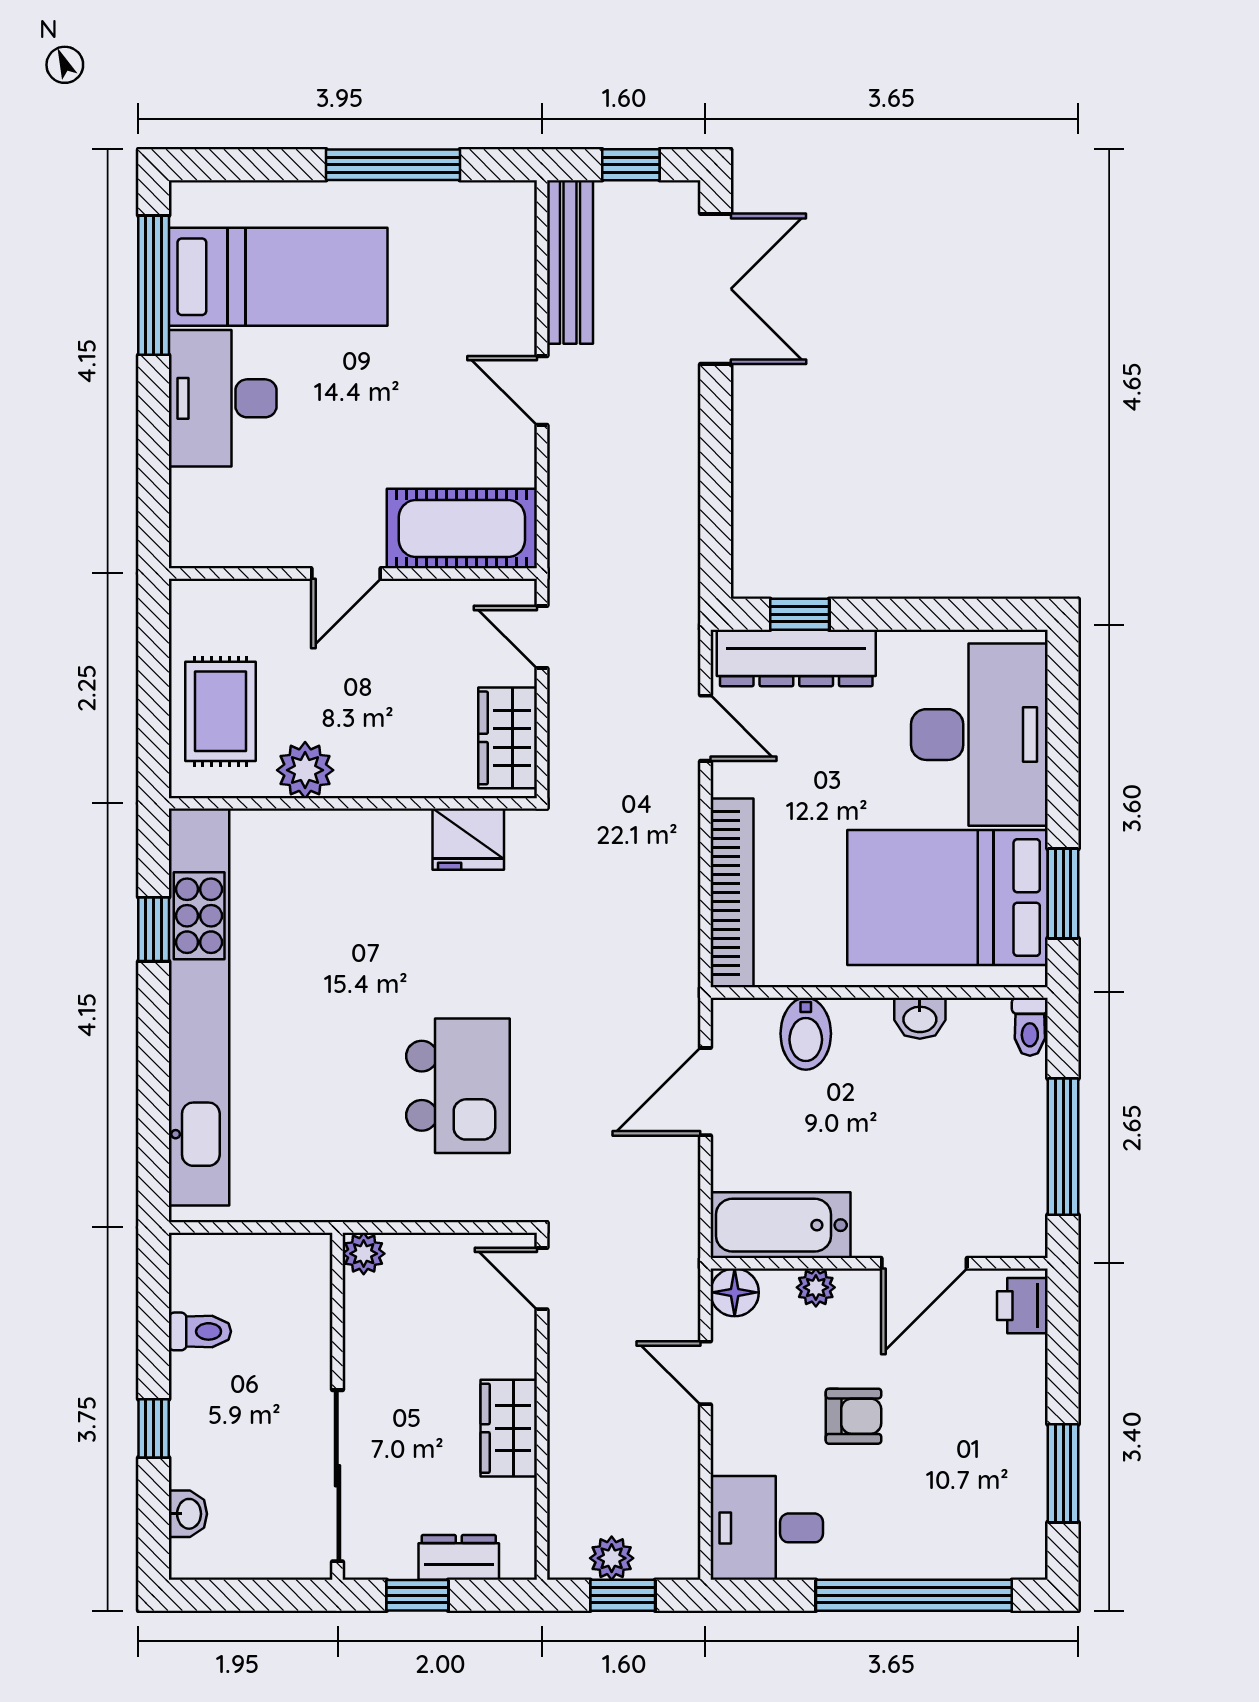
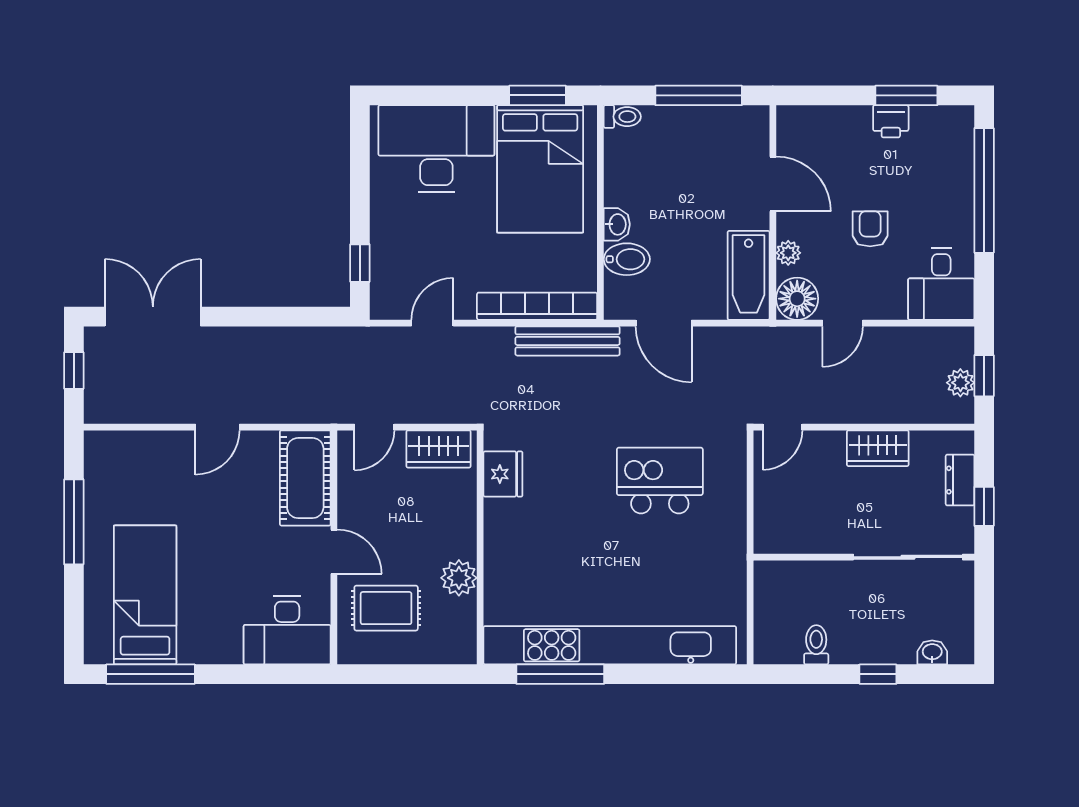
bench: (570, 262) -> (568, 341), moved
desk: (223, 398) -> (287, 630), moved
dresser: (796, 658) -> (388, 265), removed
rug: (220, 711) -> (386, 608), moved
window: (154, 929) -> (560, 674), width x2.17
washbasin: (920, 1018) -> (617, 224), moved
plant: (364, 1254) -> (767, 541), removed
floor lamp: (735, 1292) -> (797, 299), width x1.38, depth x1.38
printer: (1022, 1306) -> (891, 121), moved

